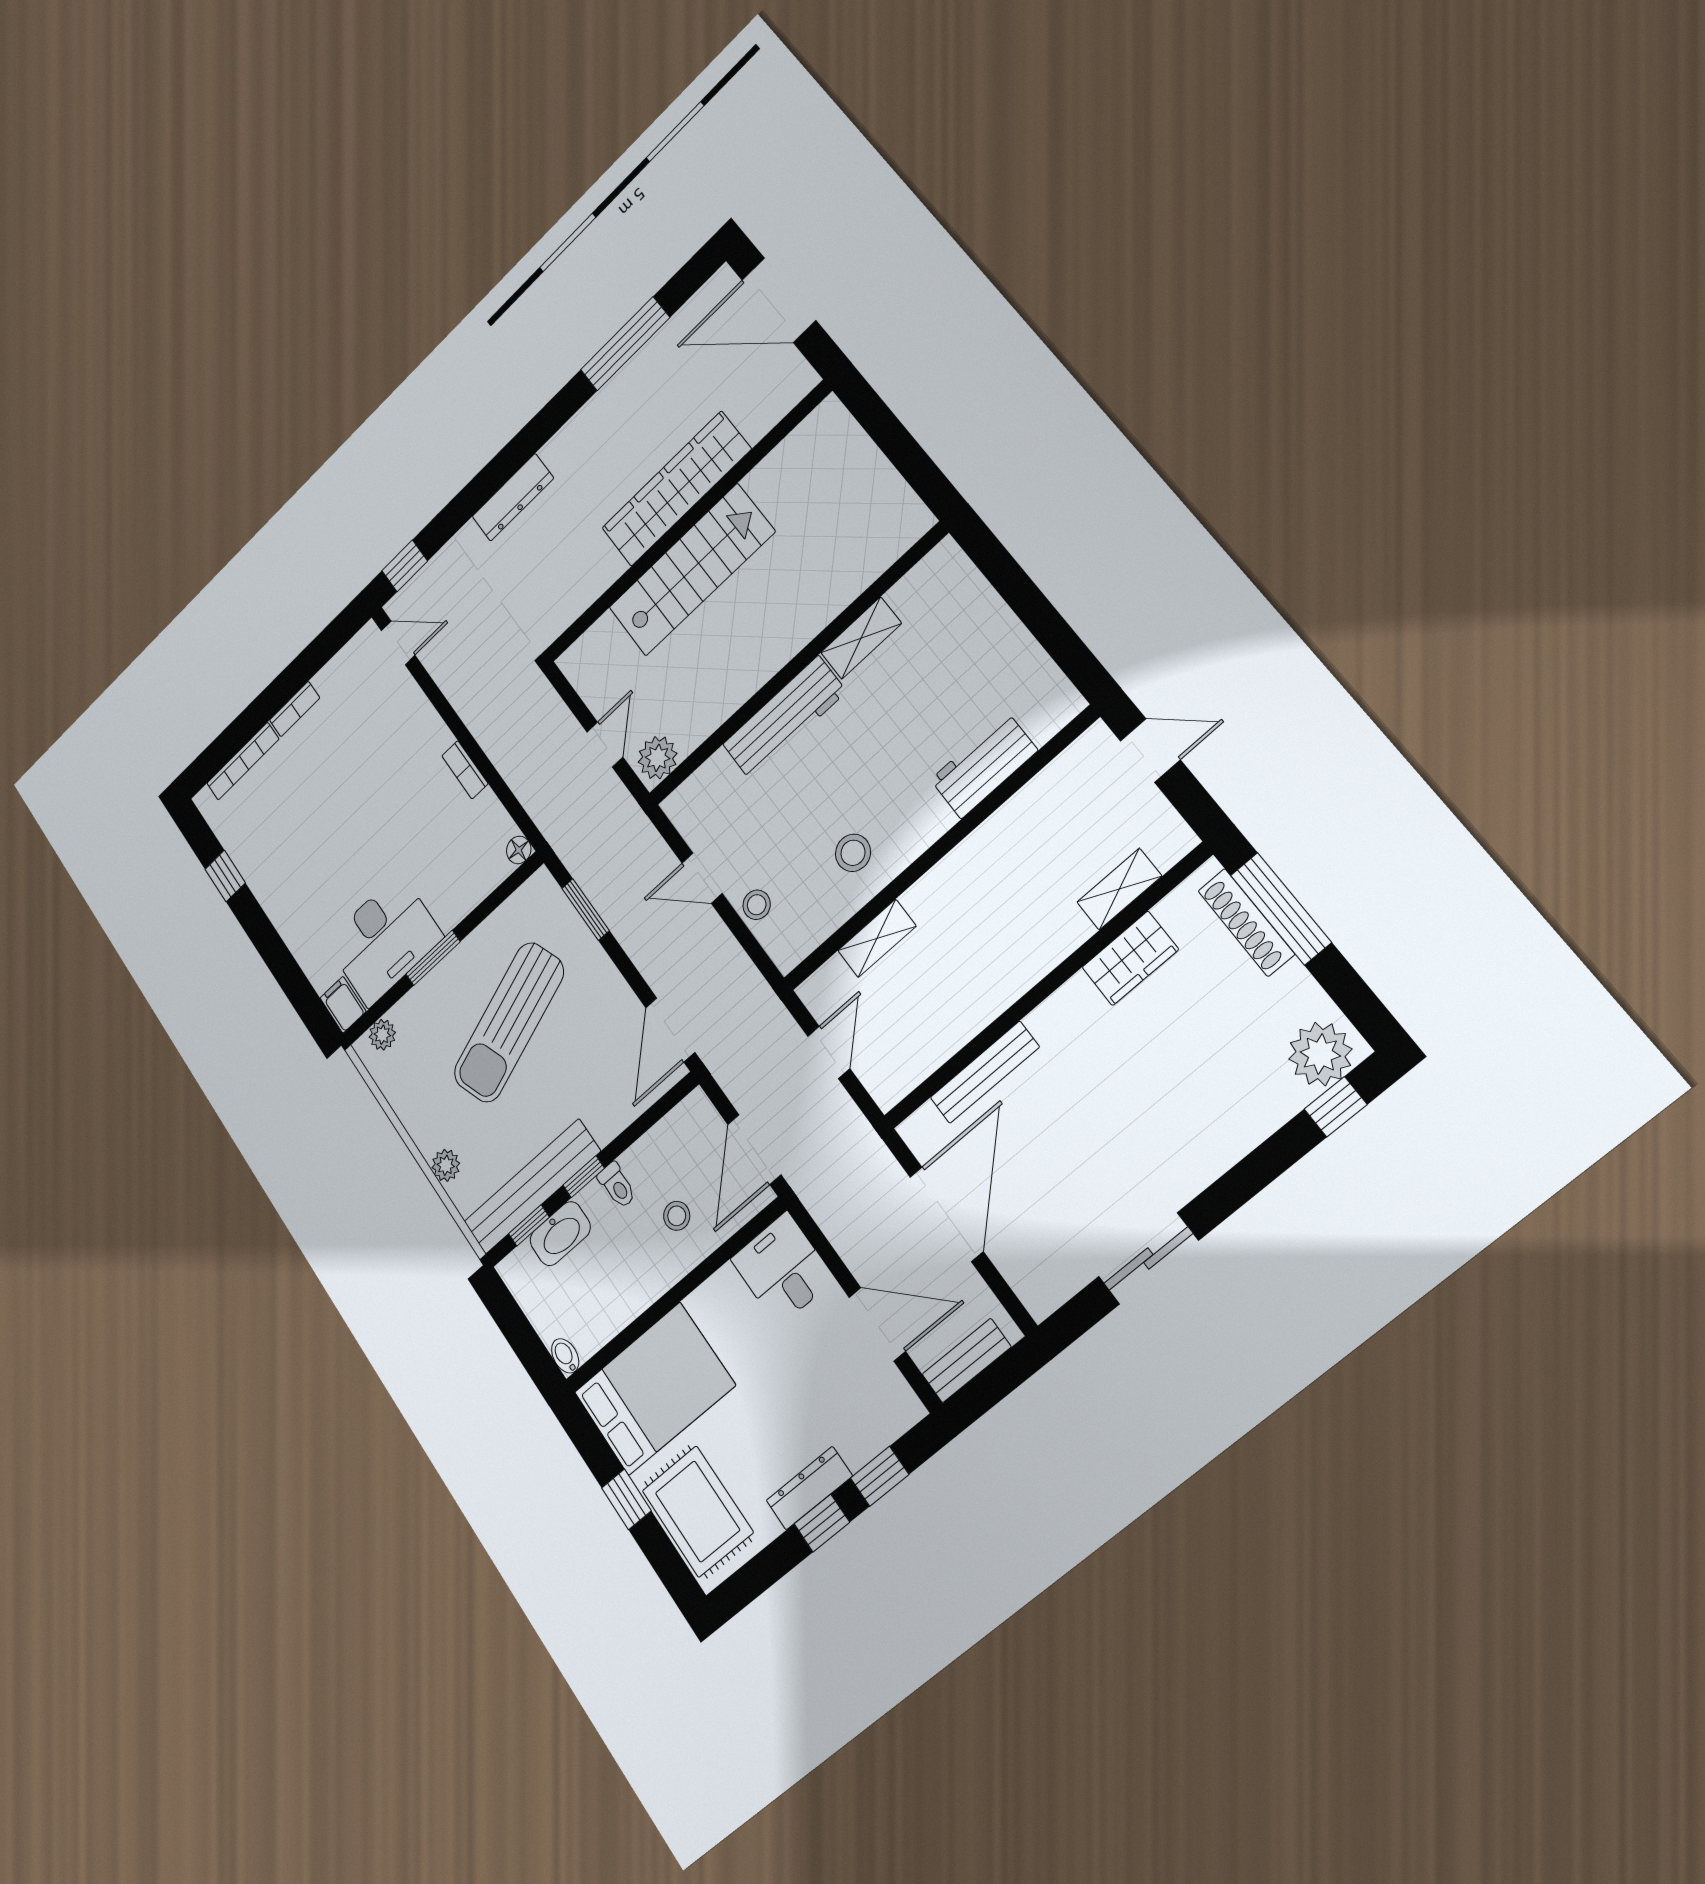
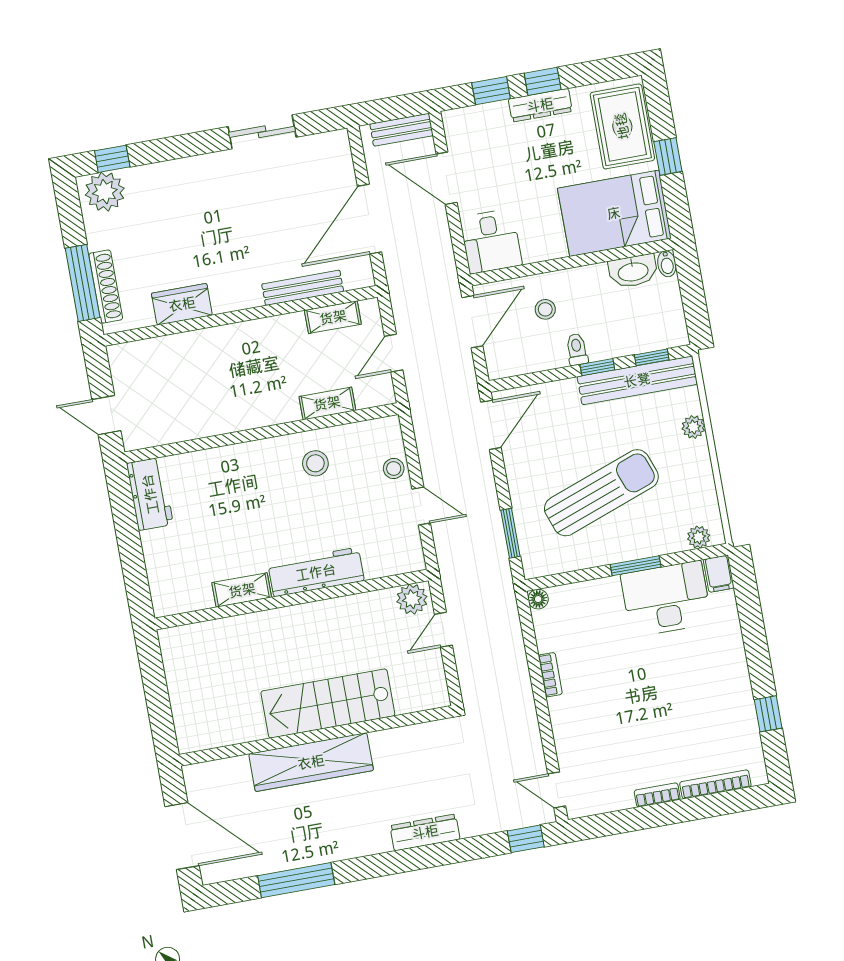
workbench: (984, 765) -> (150, 494), moved, turned -90
shelving: (1119, 889) -> (333, 317), moved
washbasin: (560, 1234) -> (633, 271), moved, turned 180

